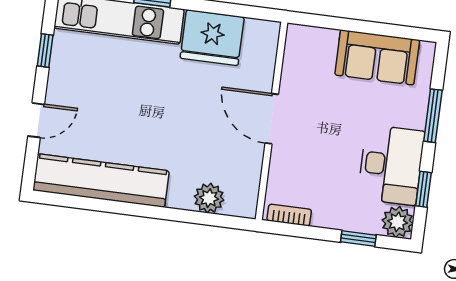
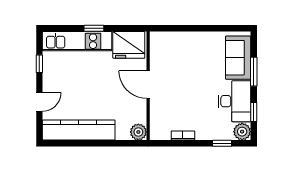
sofa: (377, 57) -> (238, 58), moved, turned 90
door: (272, 119) -> (148, 85), moved
wall: (271, 121) -> (148, 86), moved

